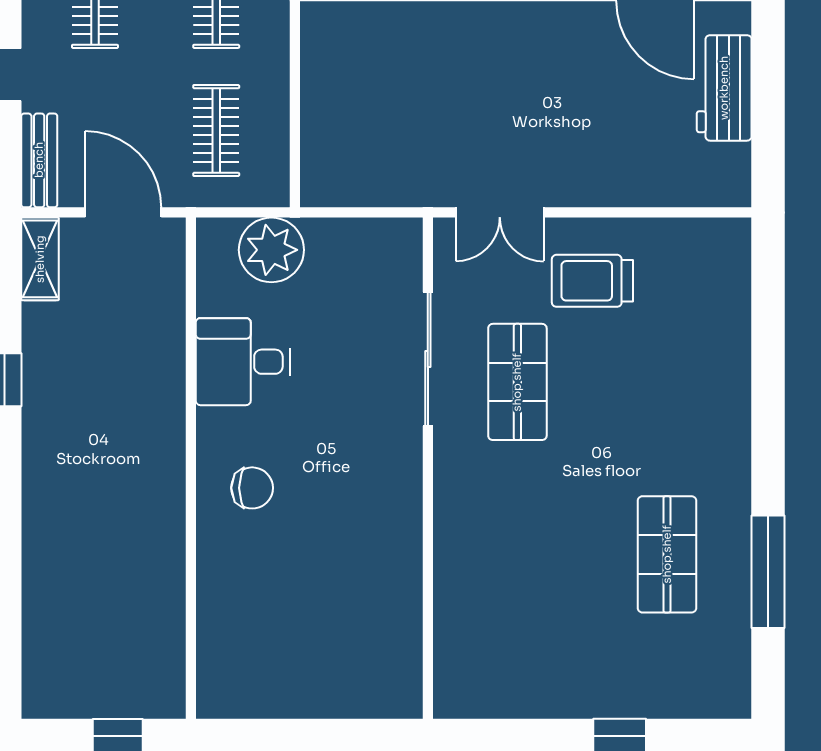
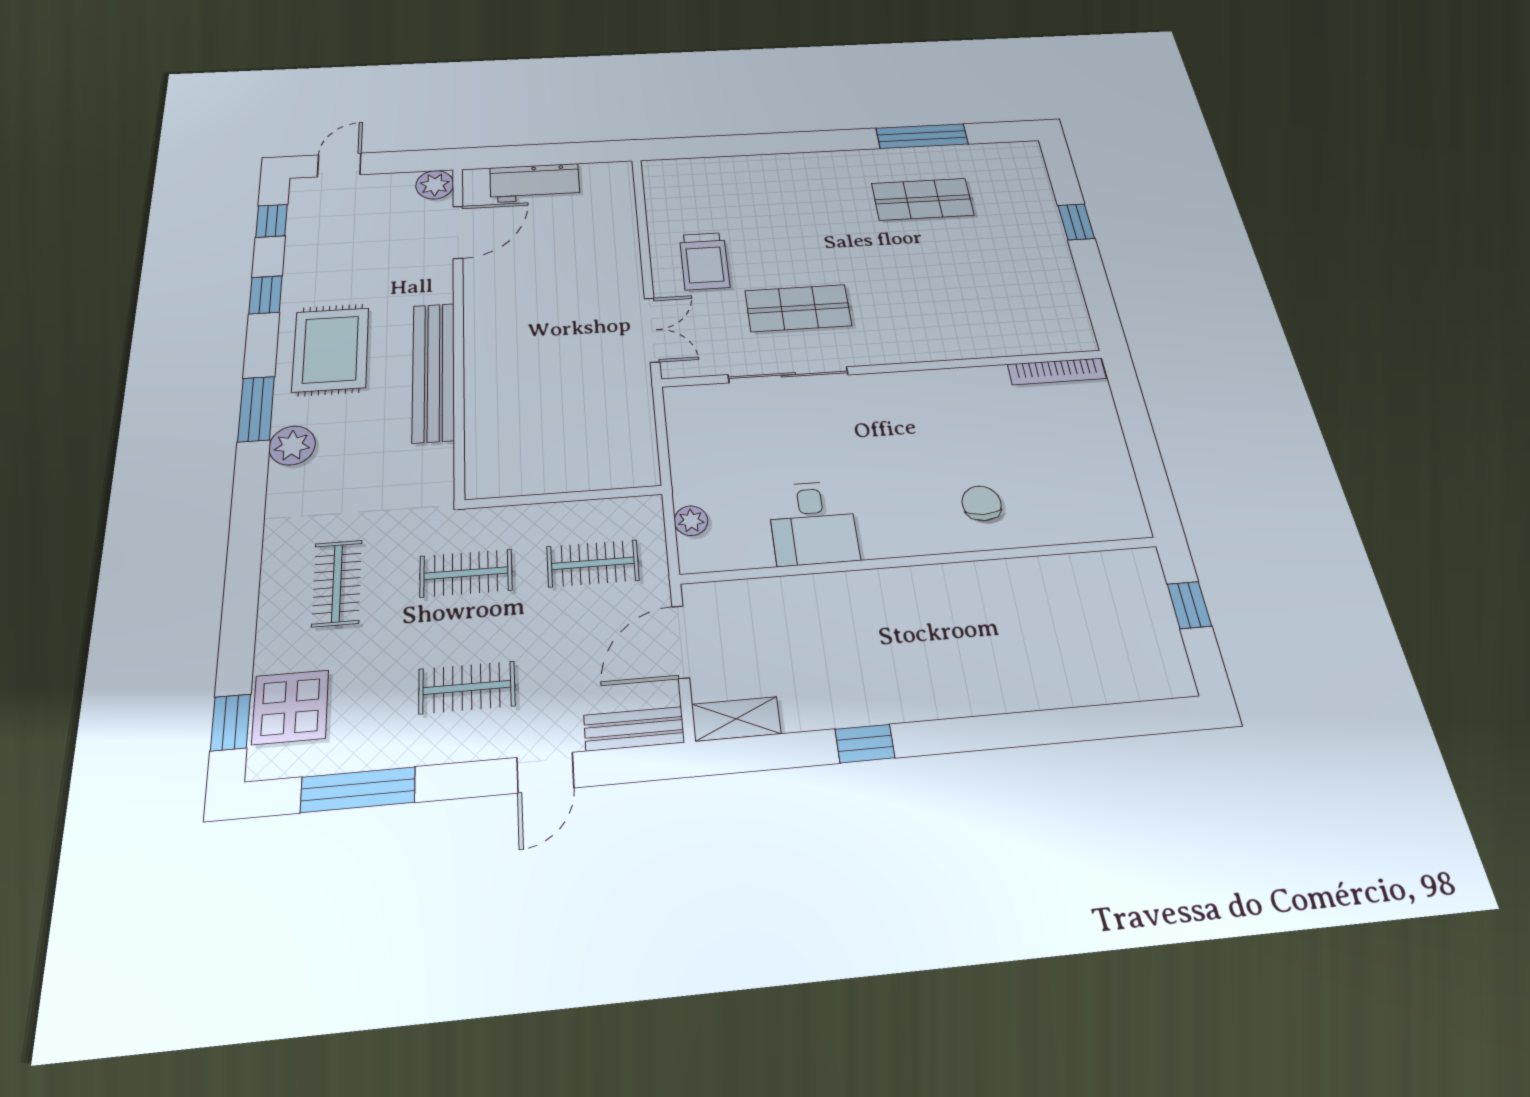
plant: (271, 250) -> (691, 521), width x0.53, depth x0.53
chair: (252, 488) -> (982, 503), moved
bookcase: (409, 663) -> (1057, 371), added

